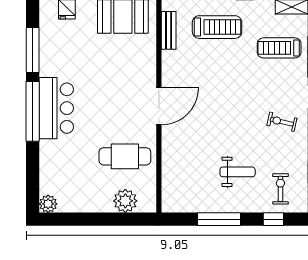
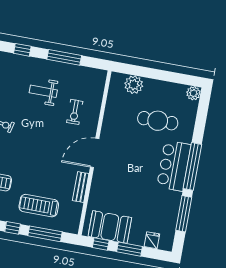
bench: (169, 30) -> (81, 187), moved
cafe table: (125, 156) -> (158, 121), moved
exercise bike: (280, 189) -> (75, 112), moved

